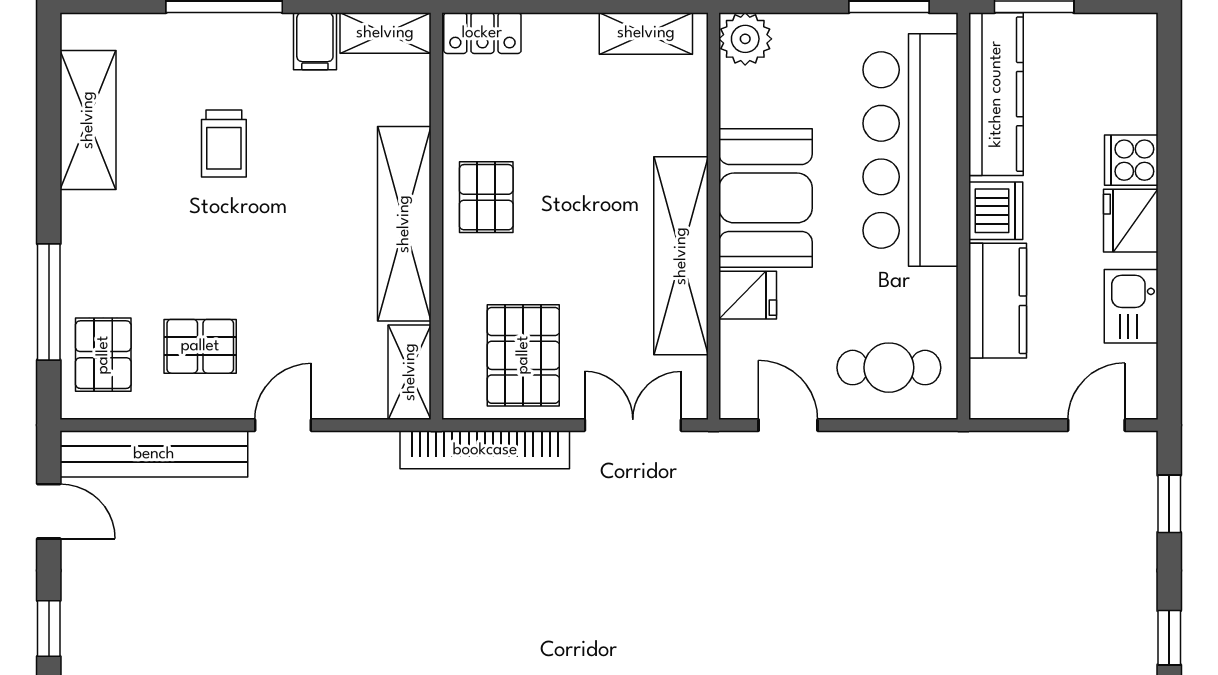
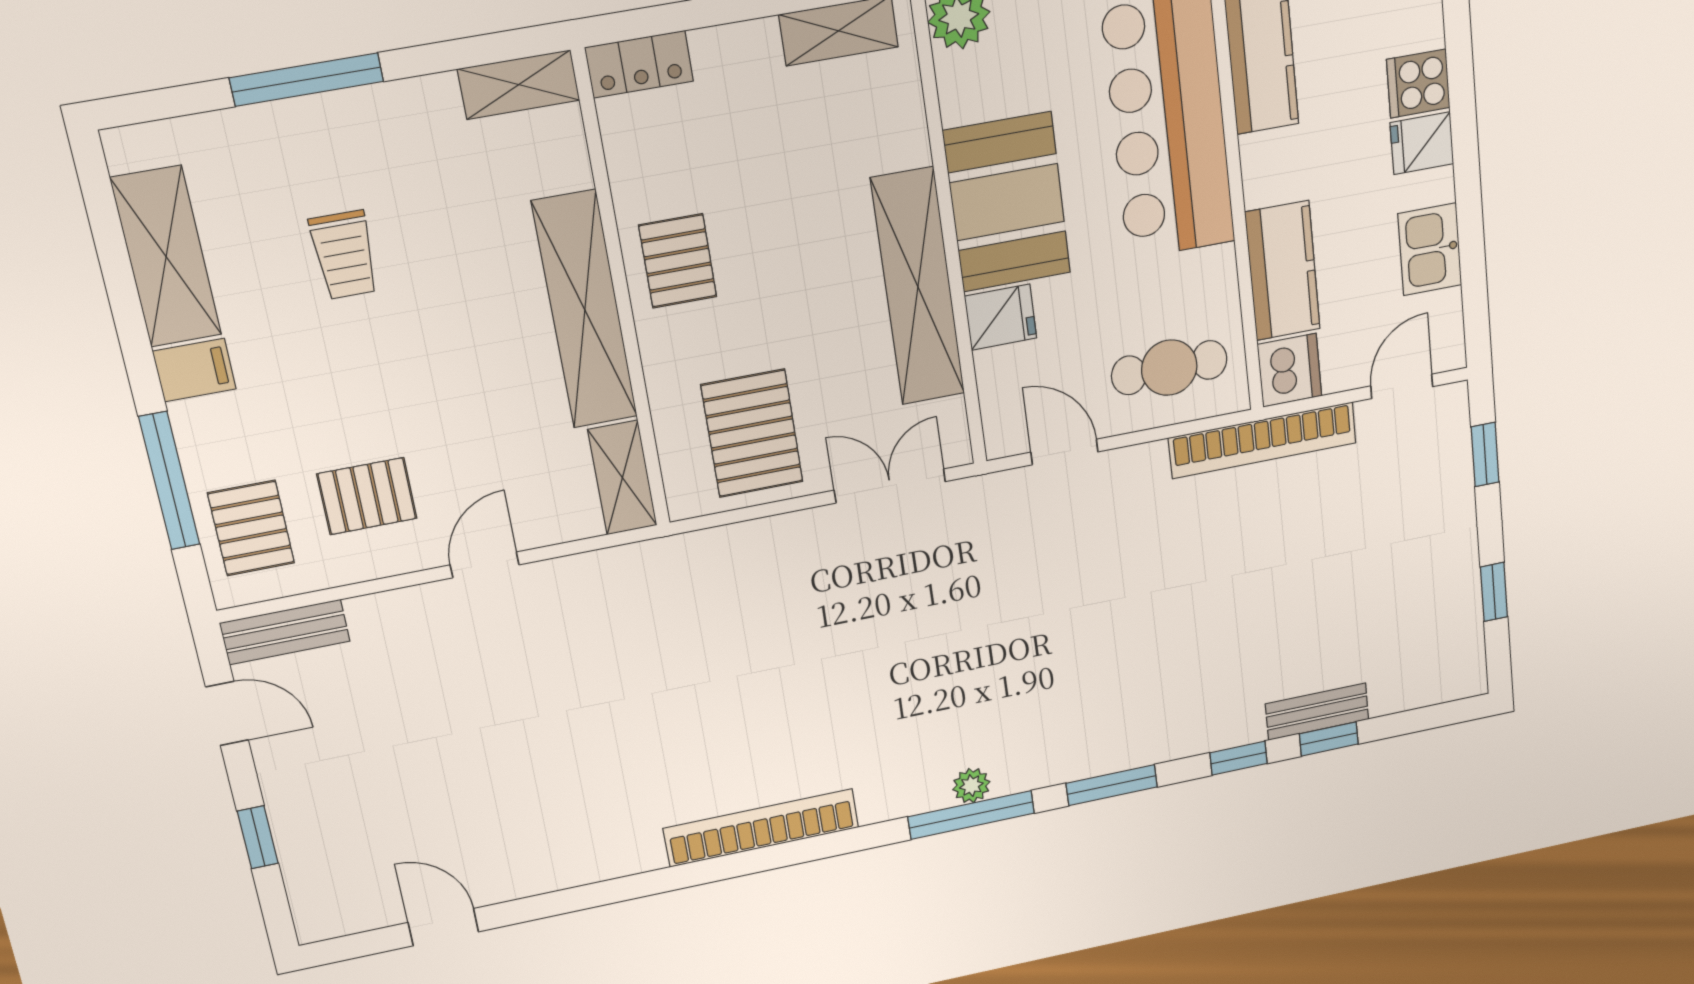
filing cabinet: (315, 41) -> (194, 370), moved, turned -90
dishwasher: (996, 211) -> (1290, 370), moved
fridge: (1131, 221) -> (1422, 143), width x0.72
bookcase: (485, 450) -> (1263, 440), moved
bench: (154, 454) -> (285, 632), width x0.54, depth x0.82

